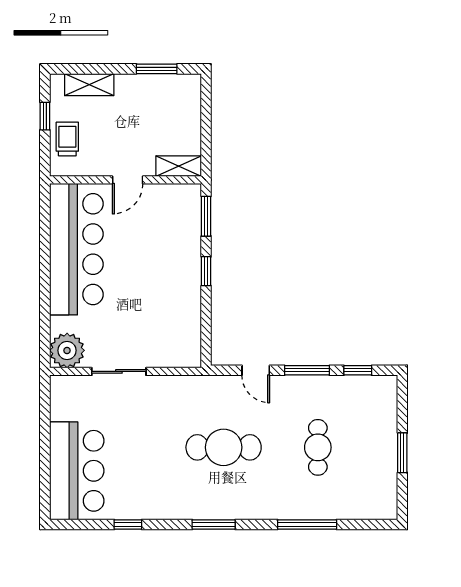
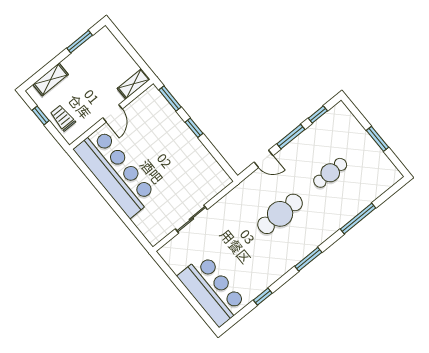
plant: (67, 350) -> (155, 231), removed
cafe table: (318, 447) -> (330, 173), turned 90

